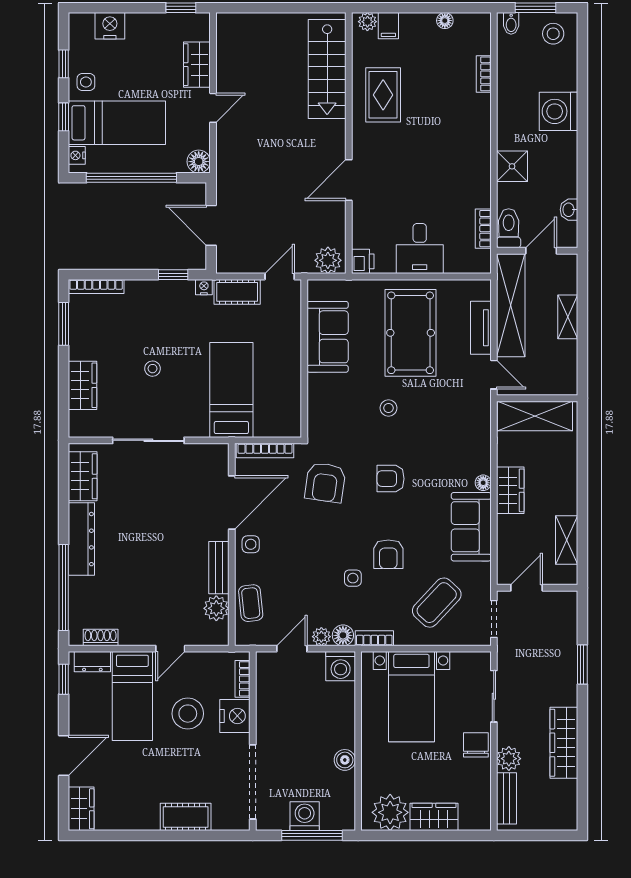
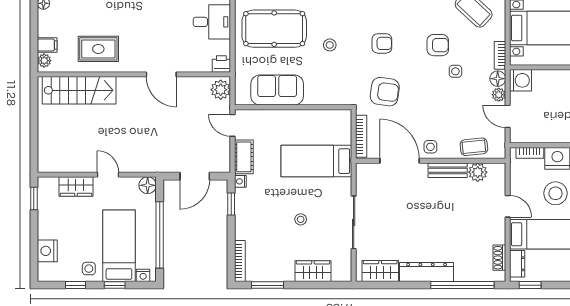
armchair: (391, 479) -> (382, 43), turned -90

